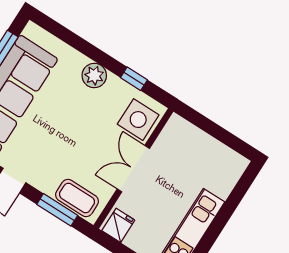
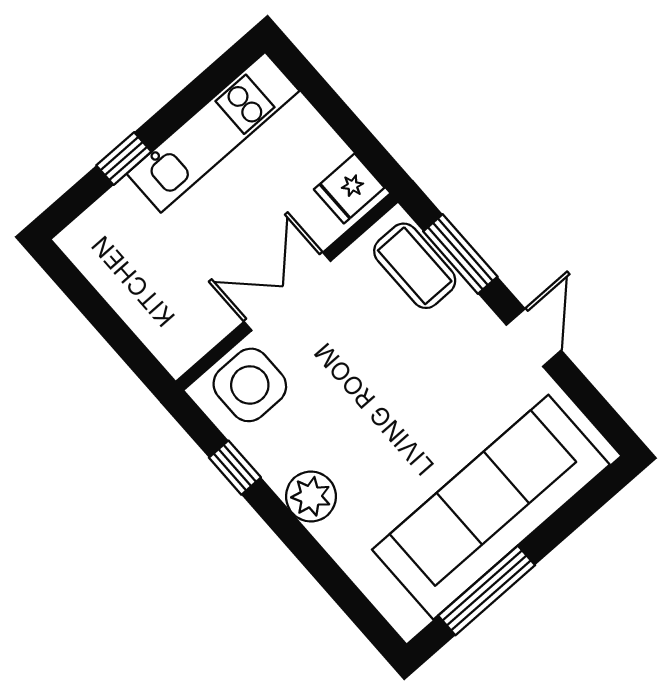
double door: (133, 169) -> (287, 291), swing flipped
window: (228, 209) -> (124, 159), added

